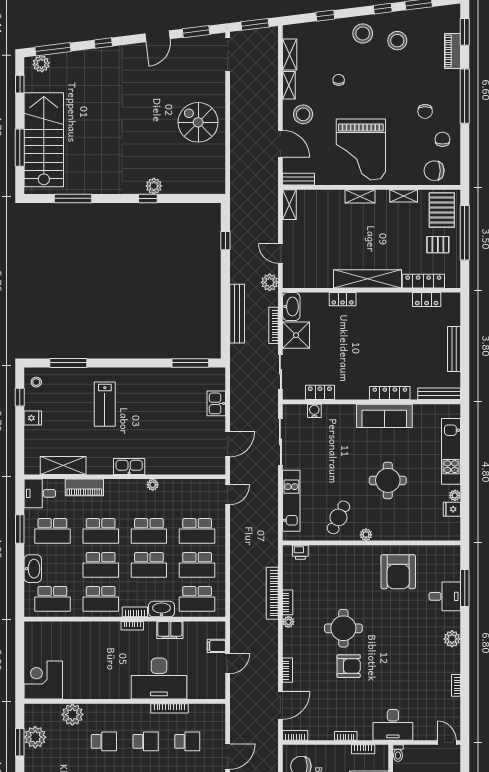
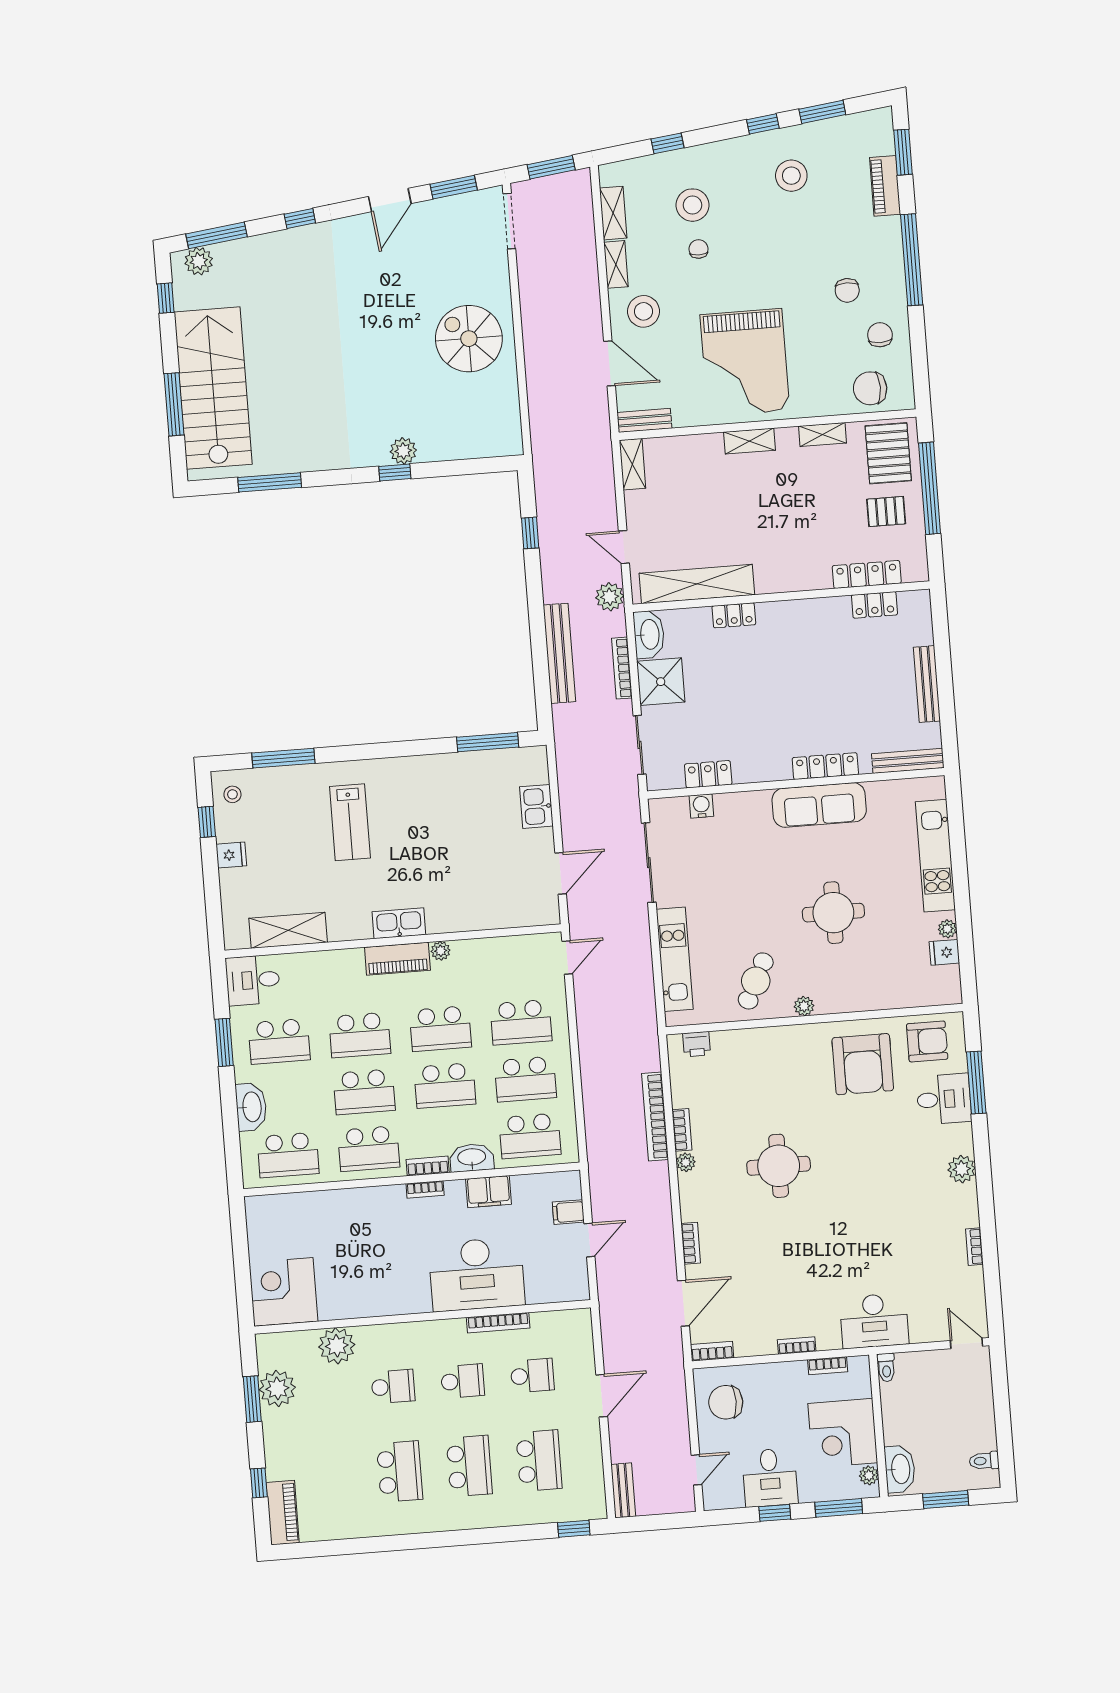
stool: (363, 33) -> (692, 205), moved
shelving: (368, 279) -> (697, 584), moved
piano: (84, 487) -> (397, 959), moved
armchair: (349, 666) -> (927, 1041), moved

